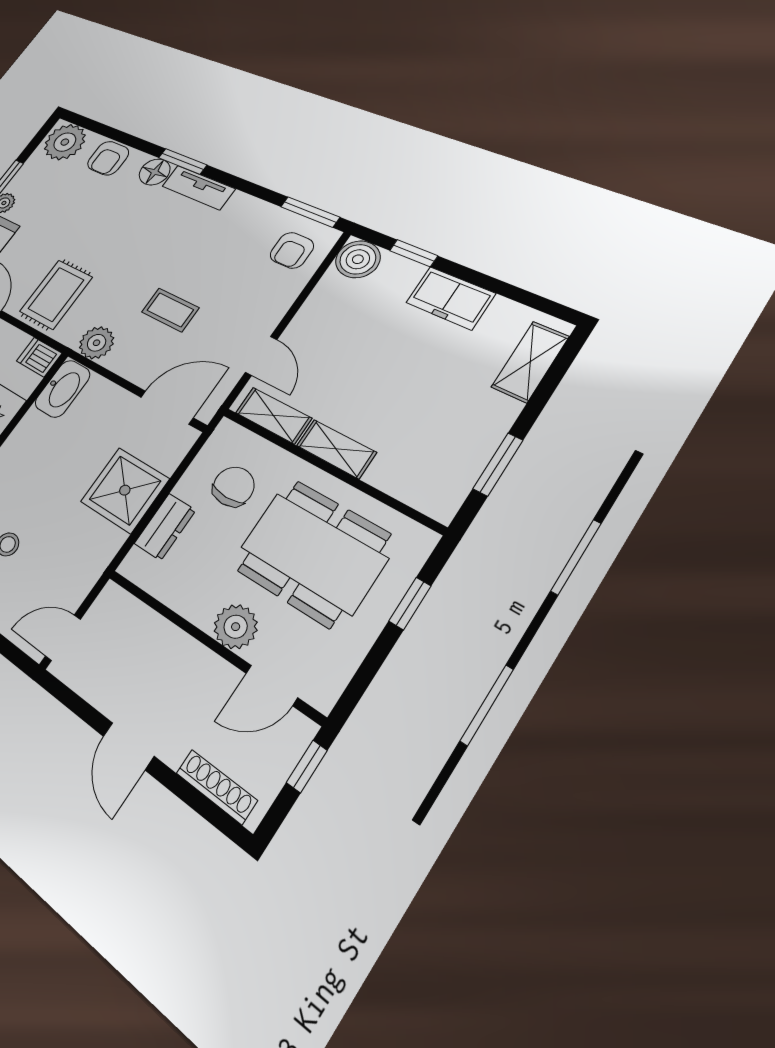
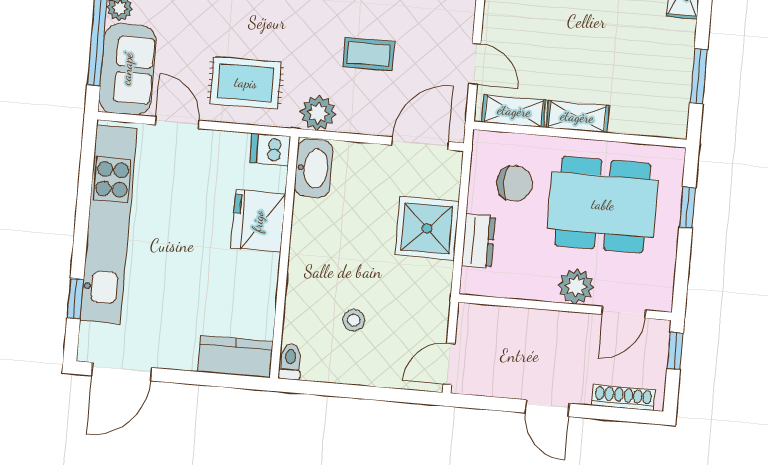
rug: (56, 294) -> (246, 83), turned 90
chair: (234, 487) -> (515, 183), turned 90

